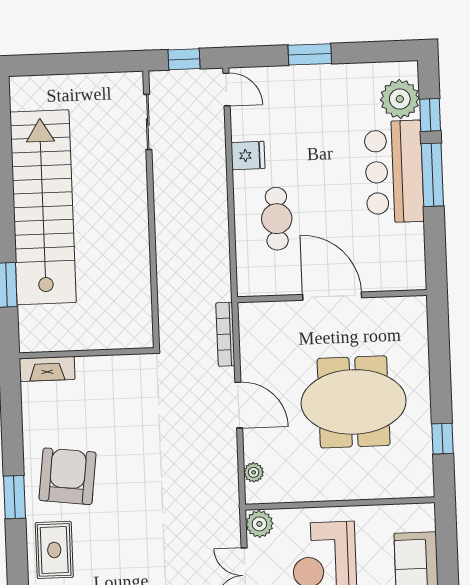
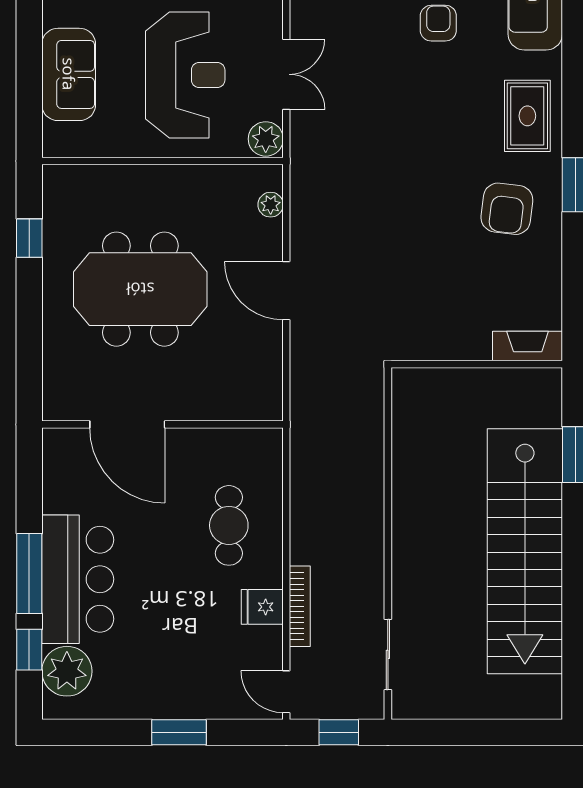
door: (332, 296) -> (127, 424), moved
bookcase: (225, 334) -> (300, 606), moved
armchair: (68, 476) -> (507, 209), width x0.73, depth x0.73

